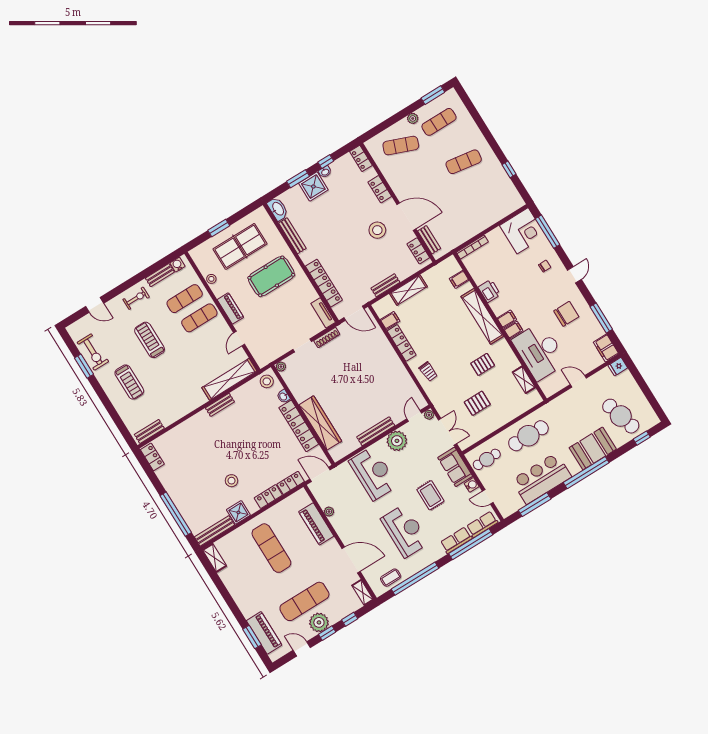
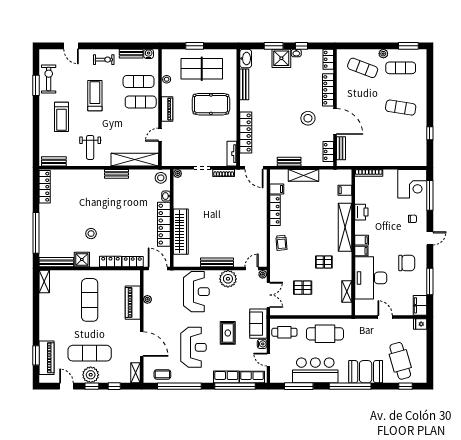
locker: (380, 189) -> (328, 90), width x1.53
exercise bike: (93, 352) -> (49, 79), turned 180
weight bench: (177, 395) -> (90, 147), added
locker: (152, 457) -> (45, 187), width x1.53

